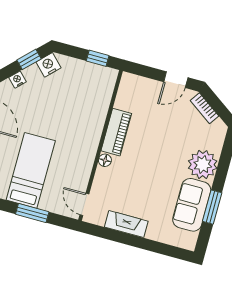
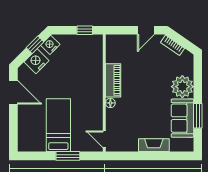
nightstand: (18, 80) -> (36, 61), width x1.89, depth x1.79
fireplace: (126, 224) -> (154, 145), moved

